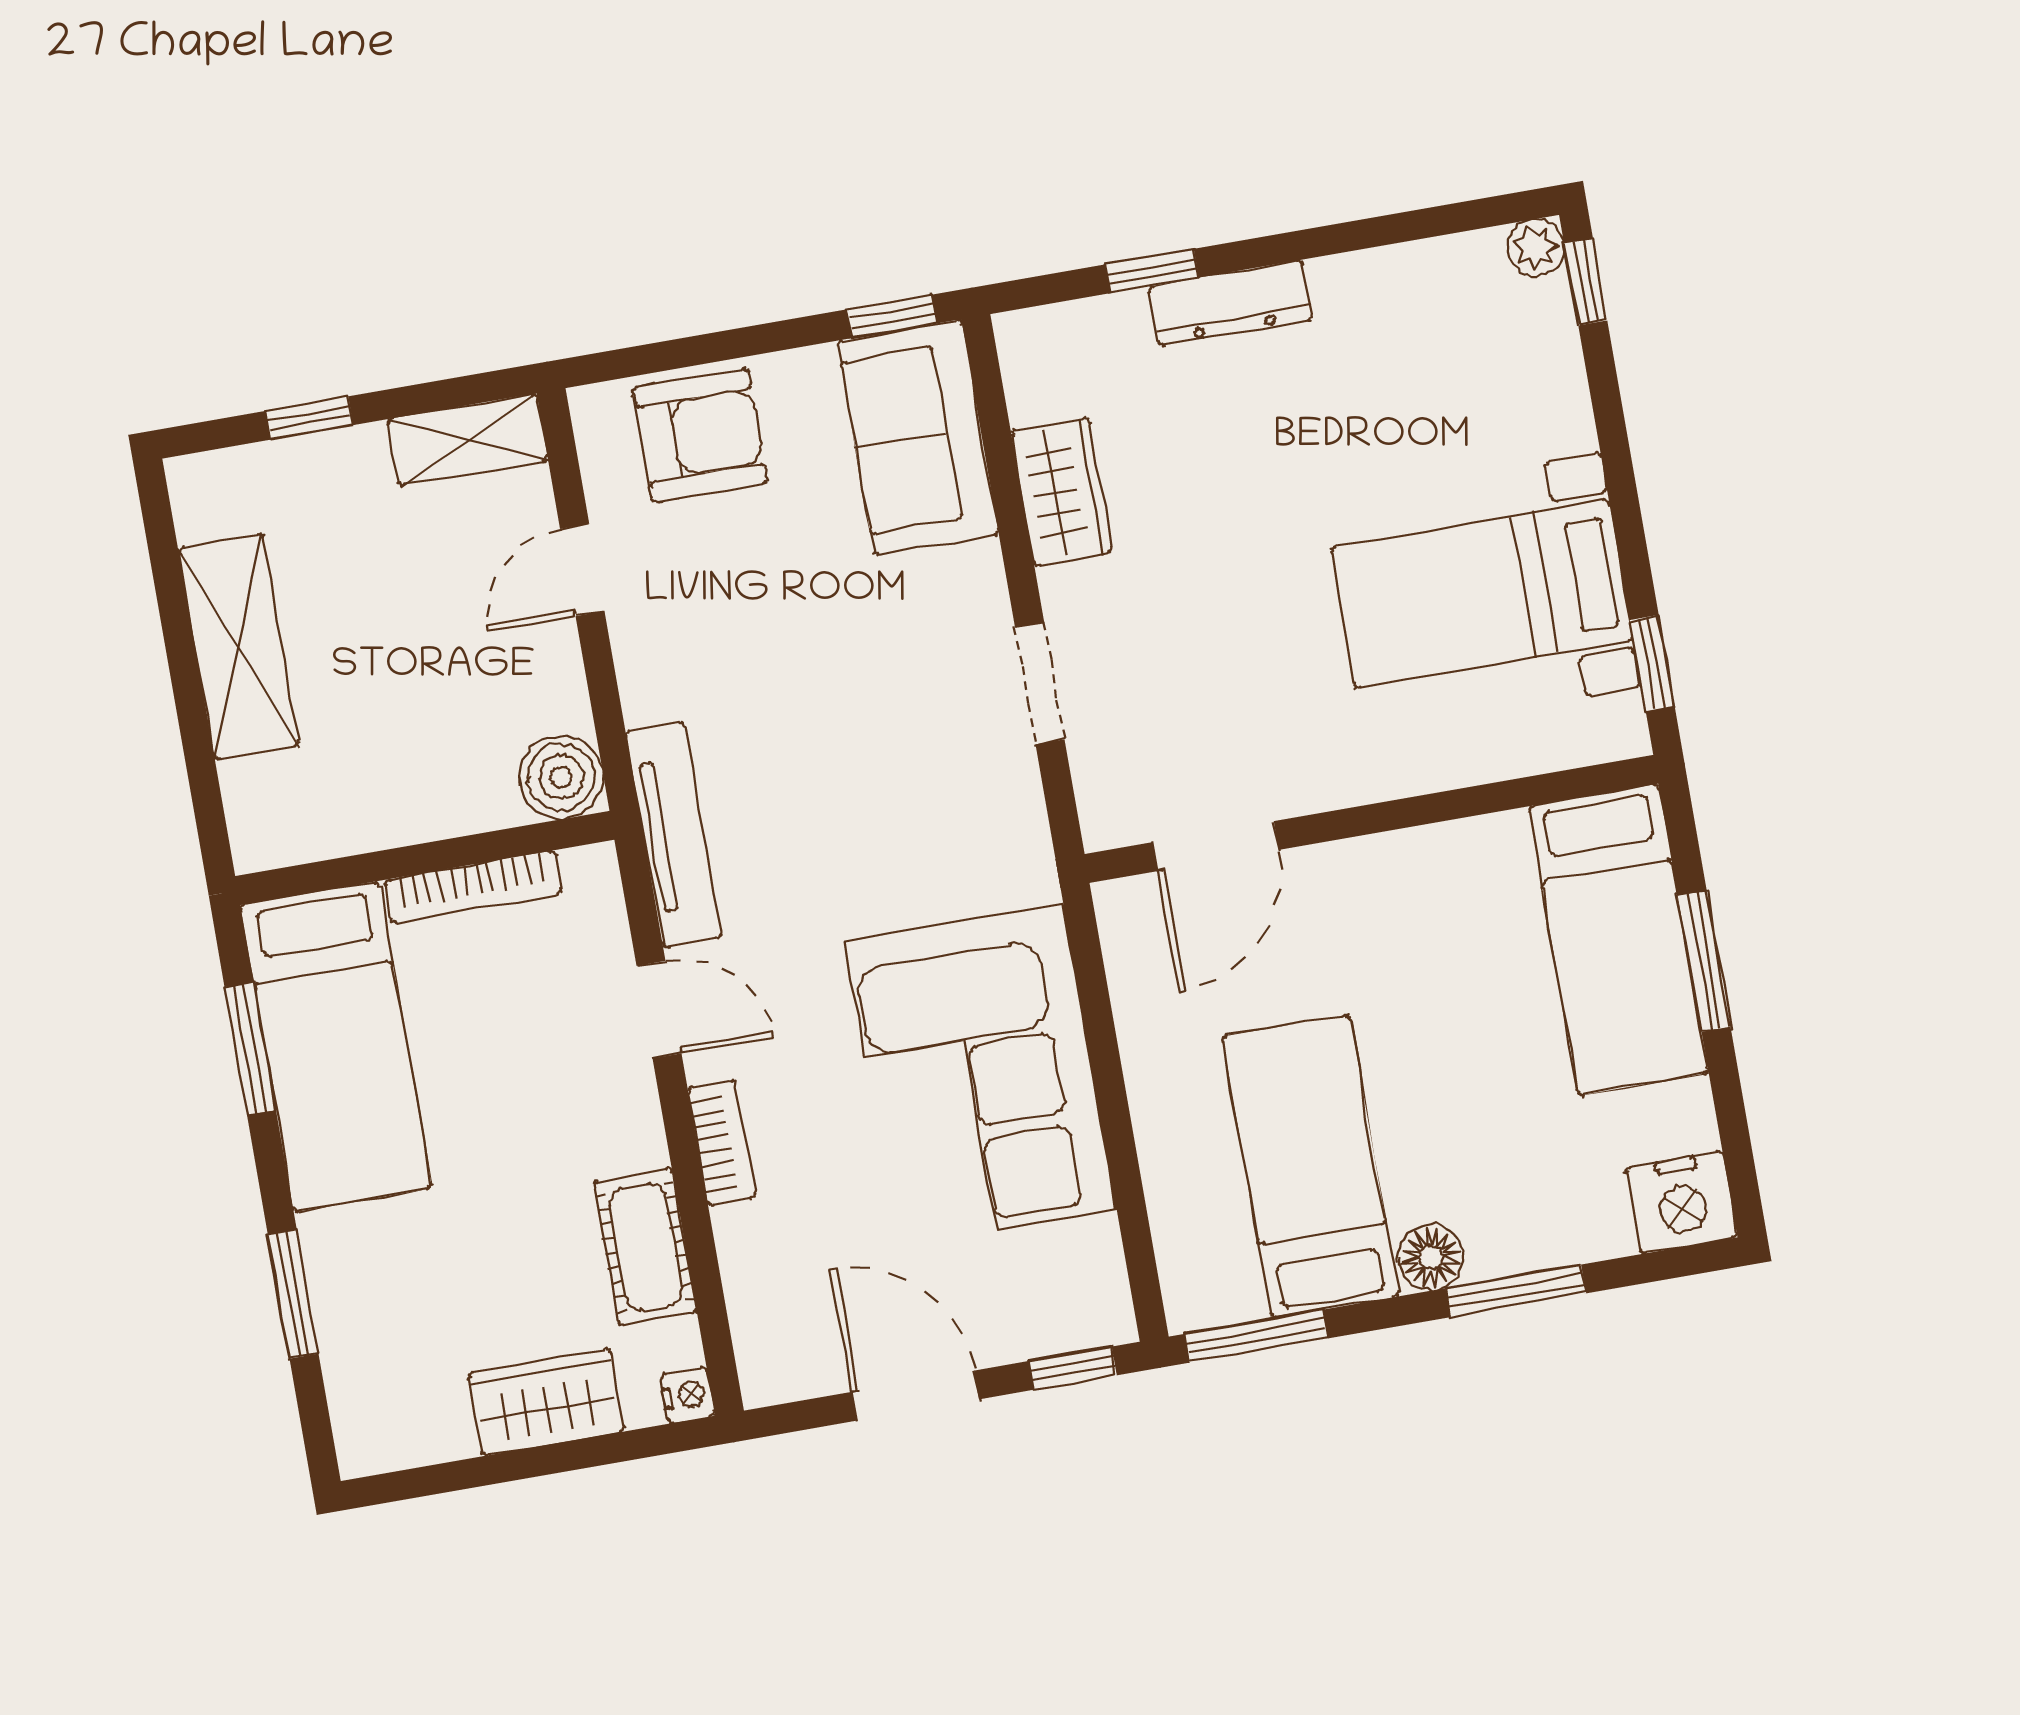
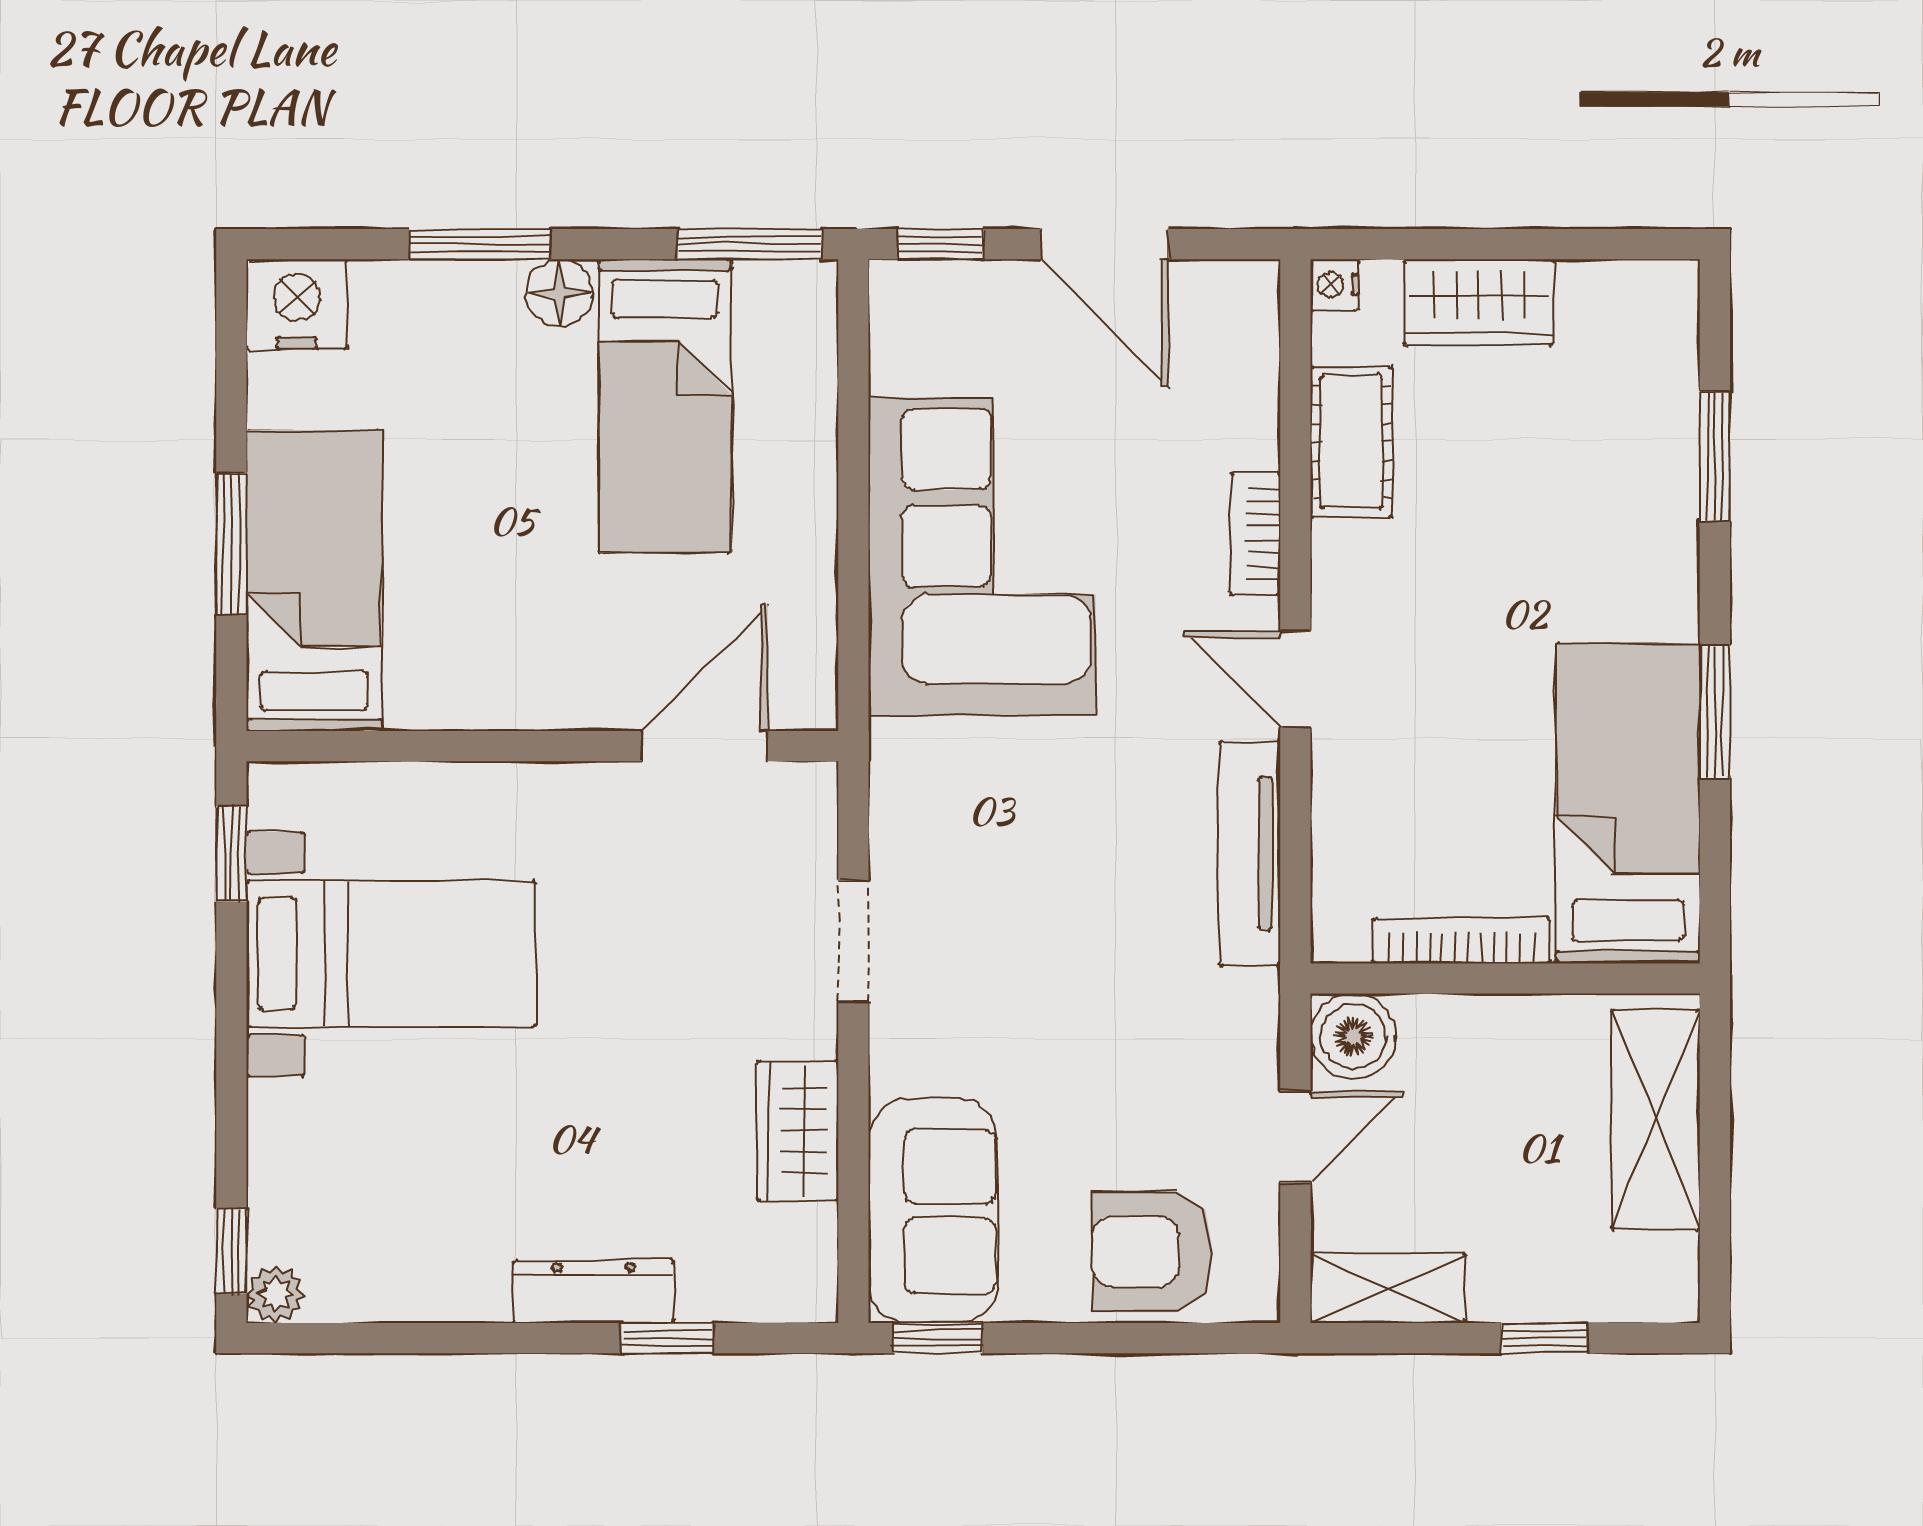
boiler: (561, 777) -> (1353, 1036), moved
wall: (425, 858) -> (1505, 978), moved
bookcase: (473, 887) -> (1462, 941), moved
bed: (336, 1047) -> (1628, 804), moved

